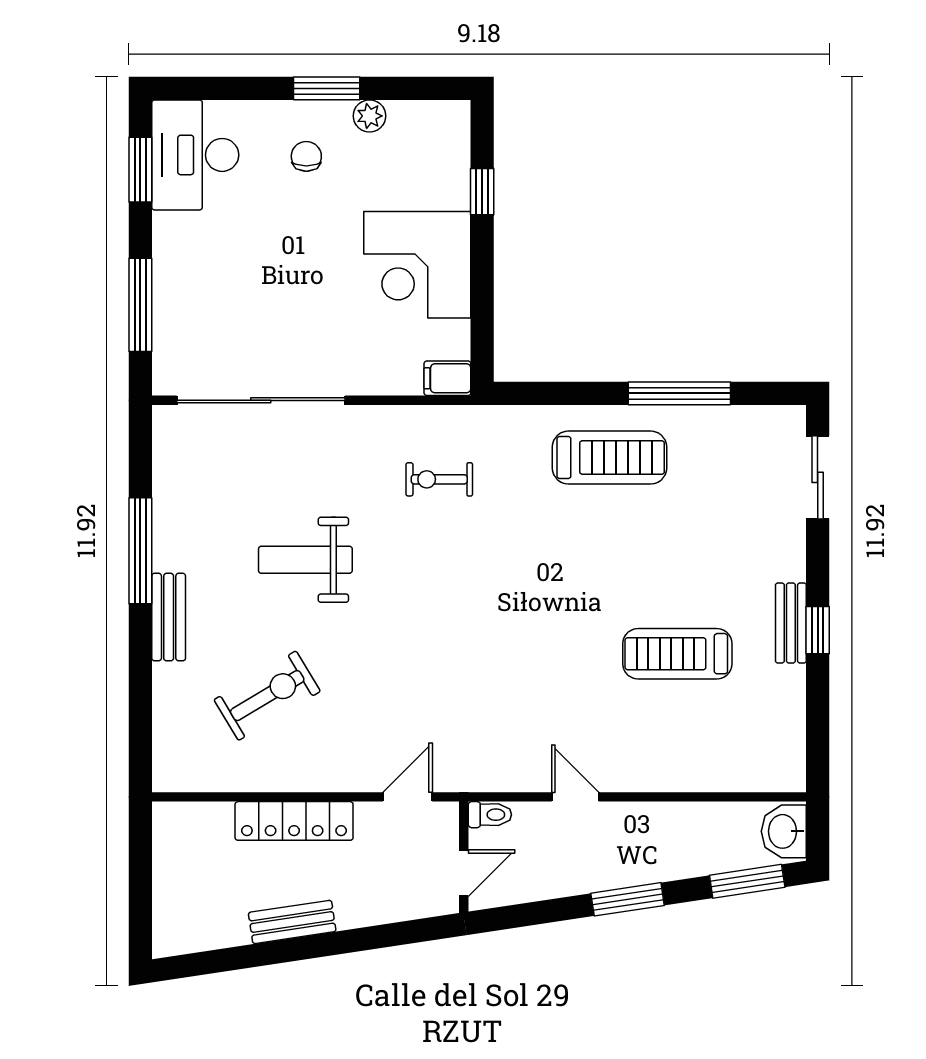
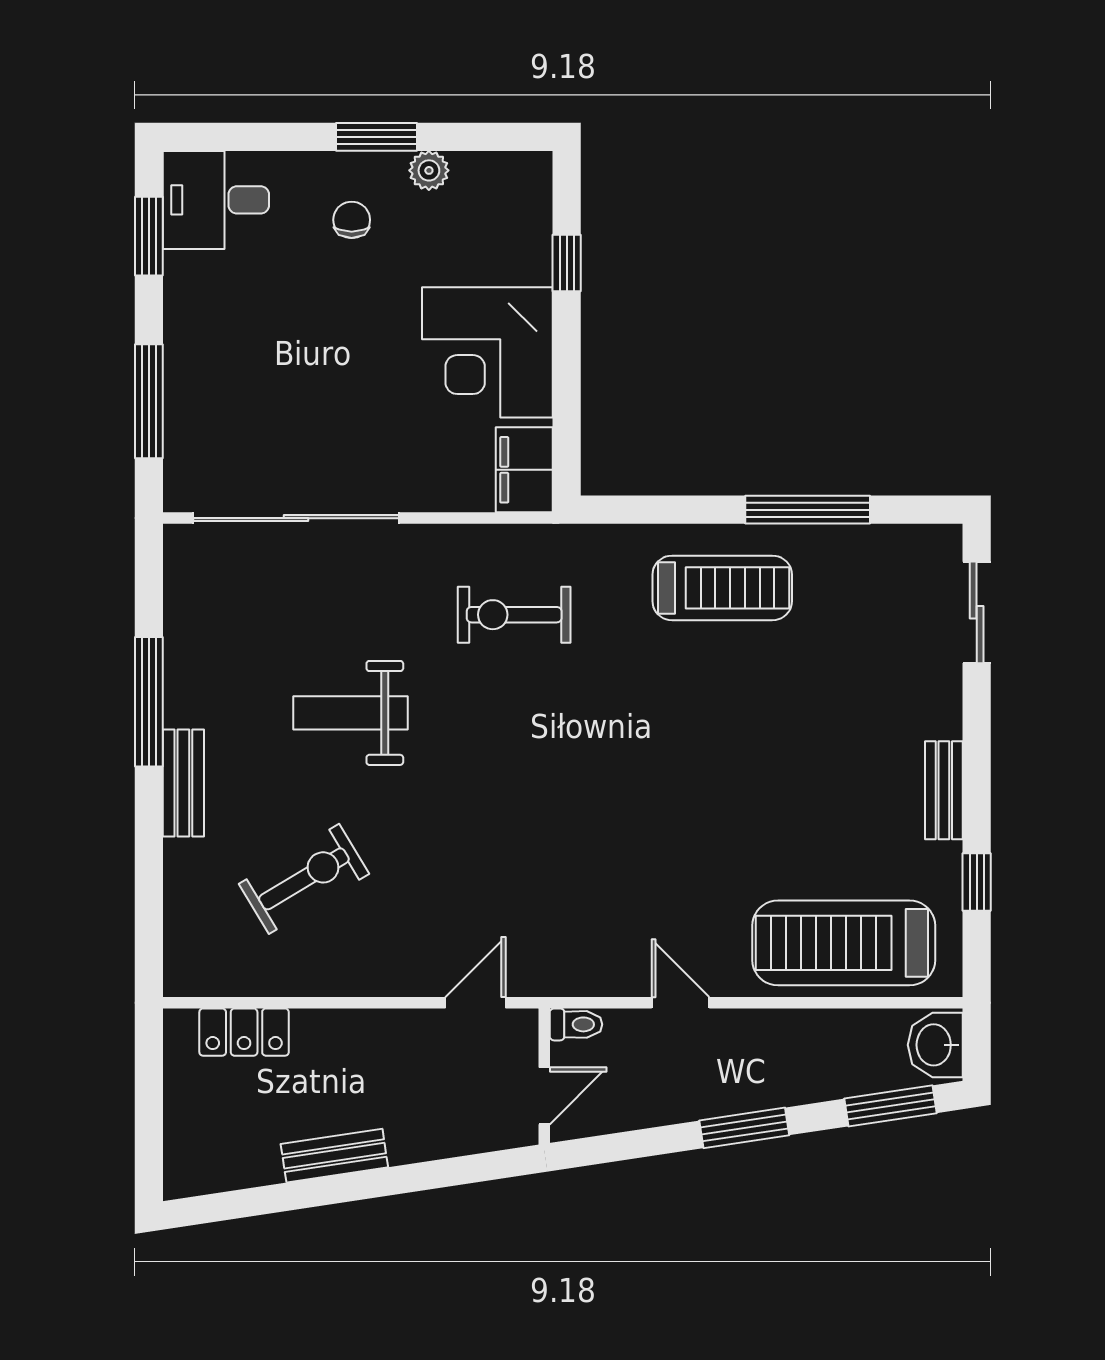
desk: (195, 155) -> (216, 200), width x0.73
filing cabinet: (447, 378) -> (524, 470), width x2.00
exercise bike: (439, 479) -> (514, 615), width x1.38, depth x1.39
window: (818, 630) -> (977, 882), moved
treadmill: (677, 654) -> (844, 943), moved, width x1.37, depth x1.38
locker: (294, 821) -> (244, 1032), moved, width x0.66

